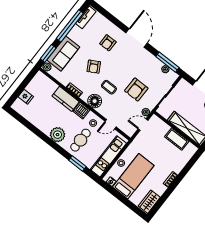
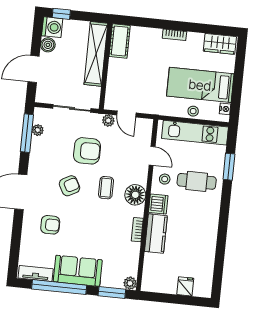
sofa: (63, 54) -> (78, 271), moved
armchair: (94, 67) -> (69, 186), moved
plant: (58, 135) -> (208, 215), removed
cot: (177, 139) -> (120, 41), moved

